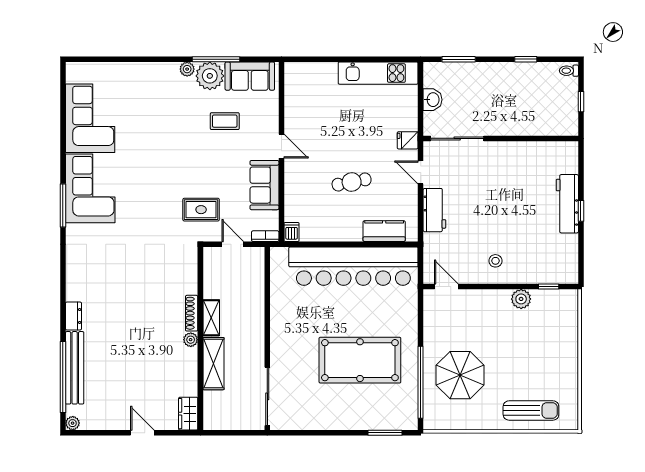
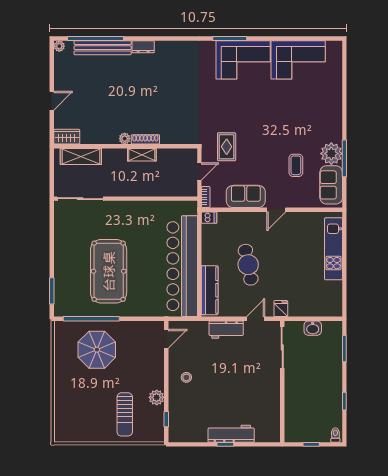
plant: (187, 69) -> (337, 136), removed
kitchen unit: (378, 73) -> (333, 249), moved
cafe table: (352, 182) -> (248, 265), width x1.37, depth x1.35
kitchen counter: (384, 231) -> (210, 290), width x1.50
shelving: (213, 364) -> (81, 156), moved
sun lounger: (531, 410) -> (125, 414), moved

